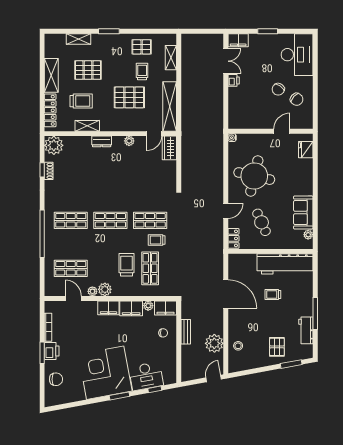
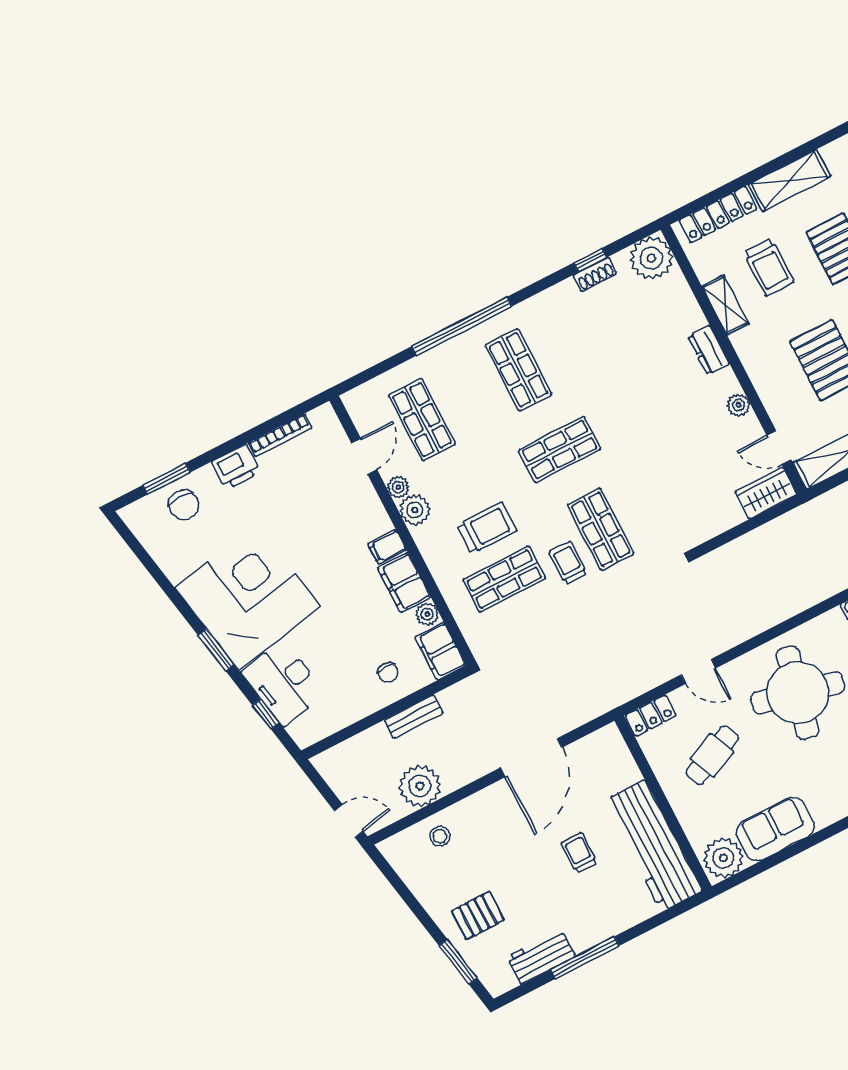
shop shelf: (110, 220) -> (560, 450), turned 90
plant: (308, 235) -> (723, 858), width x1.88, depth x1.88
filing cabinet: (108, 308) -> (387, 547), width x0.50
window: (42, 353) -> (166, 479), moved

